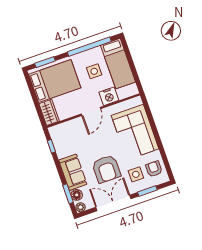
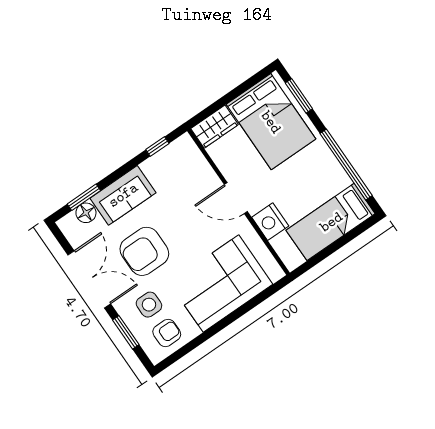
side table: (94, 71) -> (306, 185), removed
plant: (81, 207) -> (67, 225), removed

